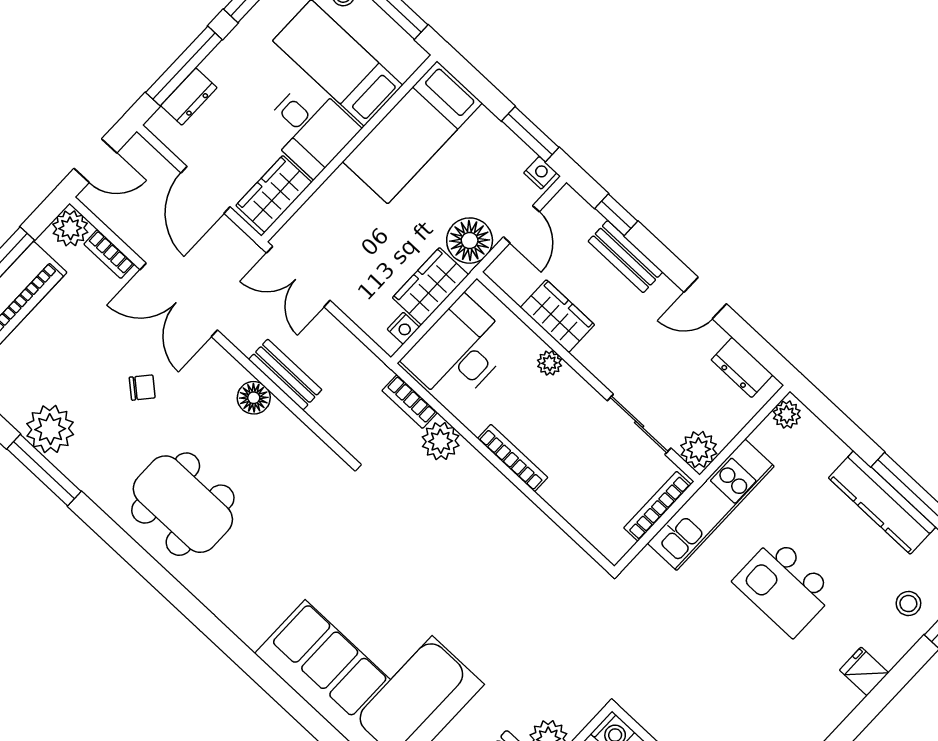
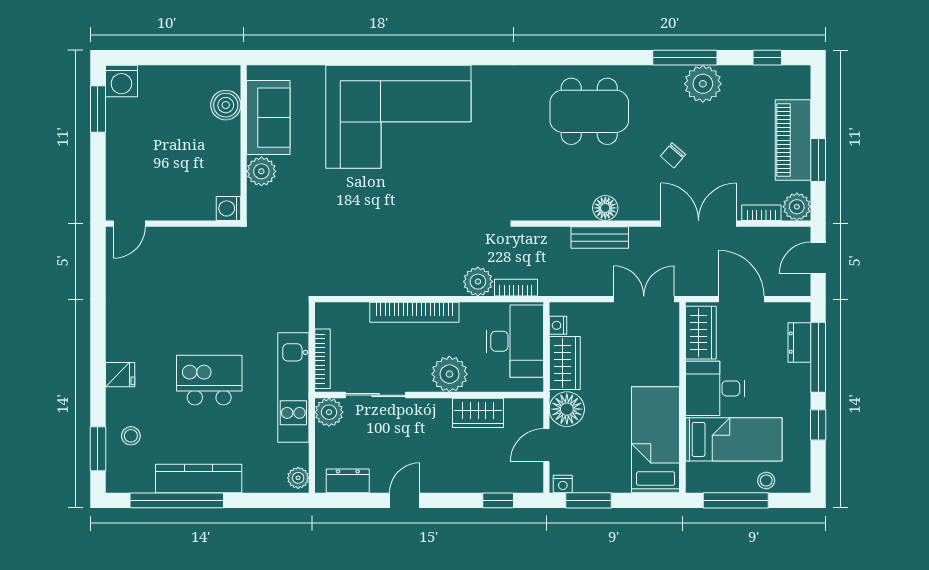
door: (521, 224) -> (546, 445), hinge flipped
bench: (625, 257) -> (471, 482), removed
plant: (550, 363) -> (449, 374), width x1.88, depth x1.88
bookcase: (513, 458) -> (414, 312), width x1.48, depth x1.31

